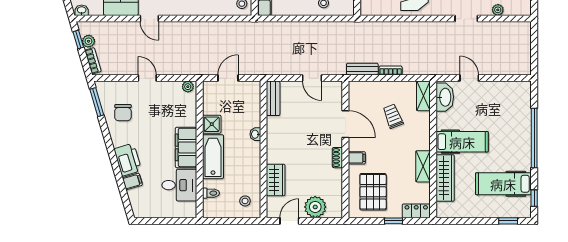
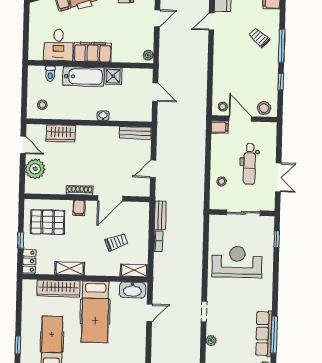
hospital bed: (462, 142) -> (95, 312), width x1.37, depth x1.29
shoe rack: (337, 158) -> (80, 190), width x1.43

